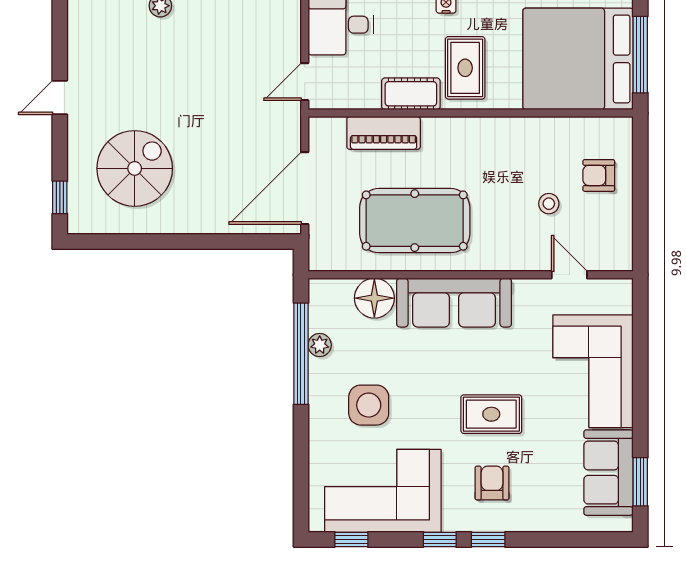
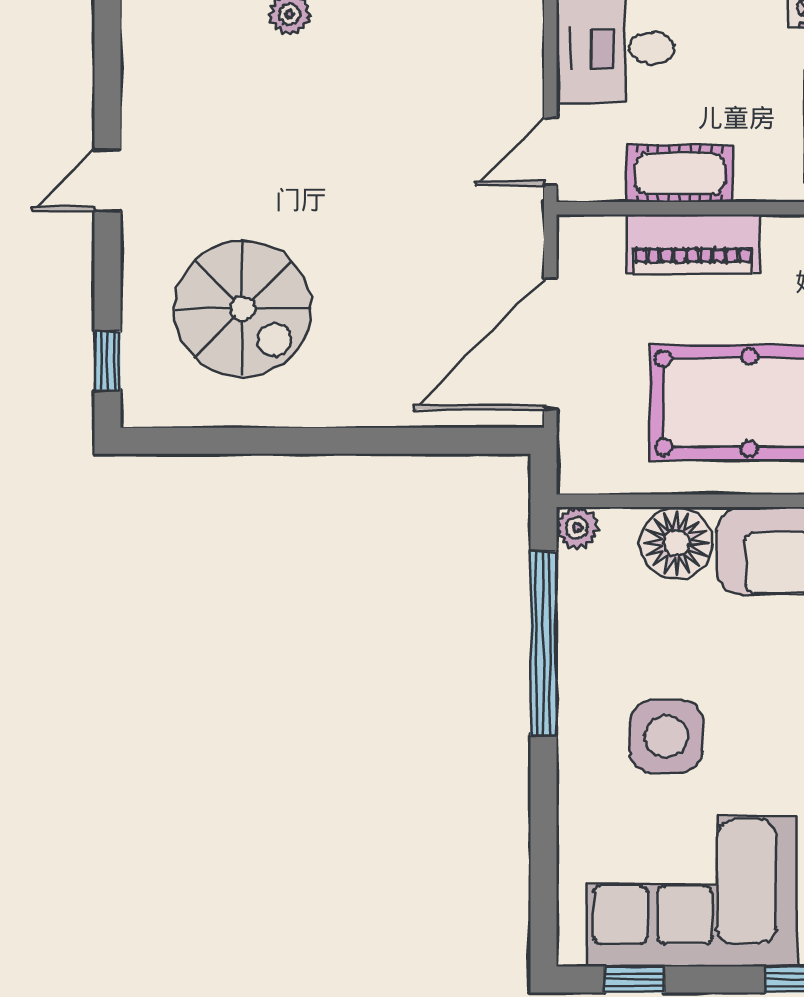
cot: (411, 94) -> (680, 173), moved
spiral stairs: (135, 168) -> (243, 308), turned 90
plant: (320, 345) -> (577, 528), moved

